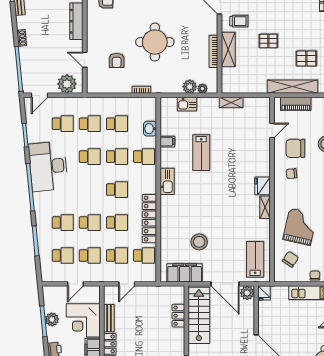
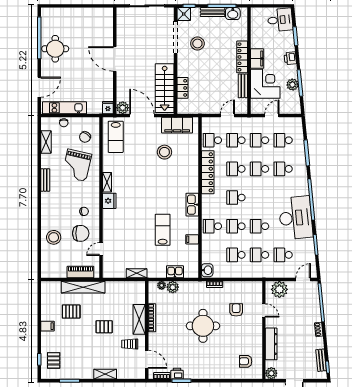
washbasin: (150, 129) -> (207, 270), moved

